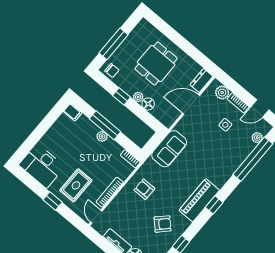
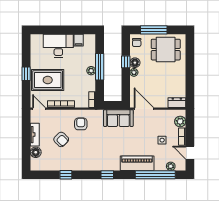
dining table: (156, 64) -> (166, 50), moved
floor lamp: (148, 104) -> (135, 63), moved
door: (191, 104) -> (144, 109), moved
filing cabinet: (73, 112) -> (79, 40), moved
desk: (42, 166) -> (58, 46), moved, turned 90
rug: (76, 185) -> (48, 80), width x1.36, depth x1.43
piano: (199, 200) -> (137, 163), moved
door: (96, 217) -> (39, 109), hinge flipped
armchair: (163, 224) -> (61, 139), moved

